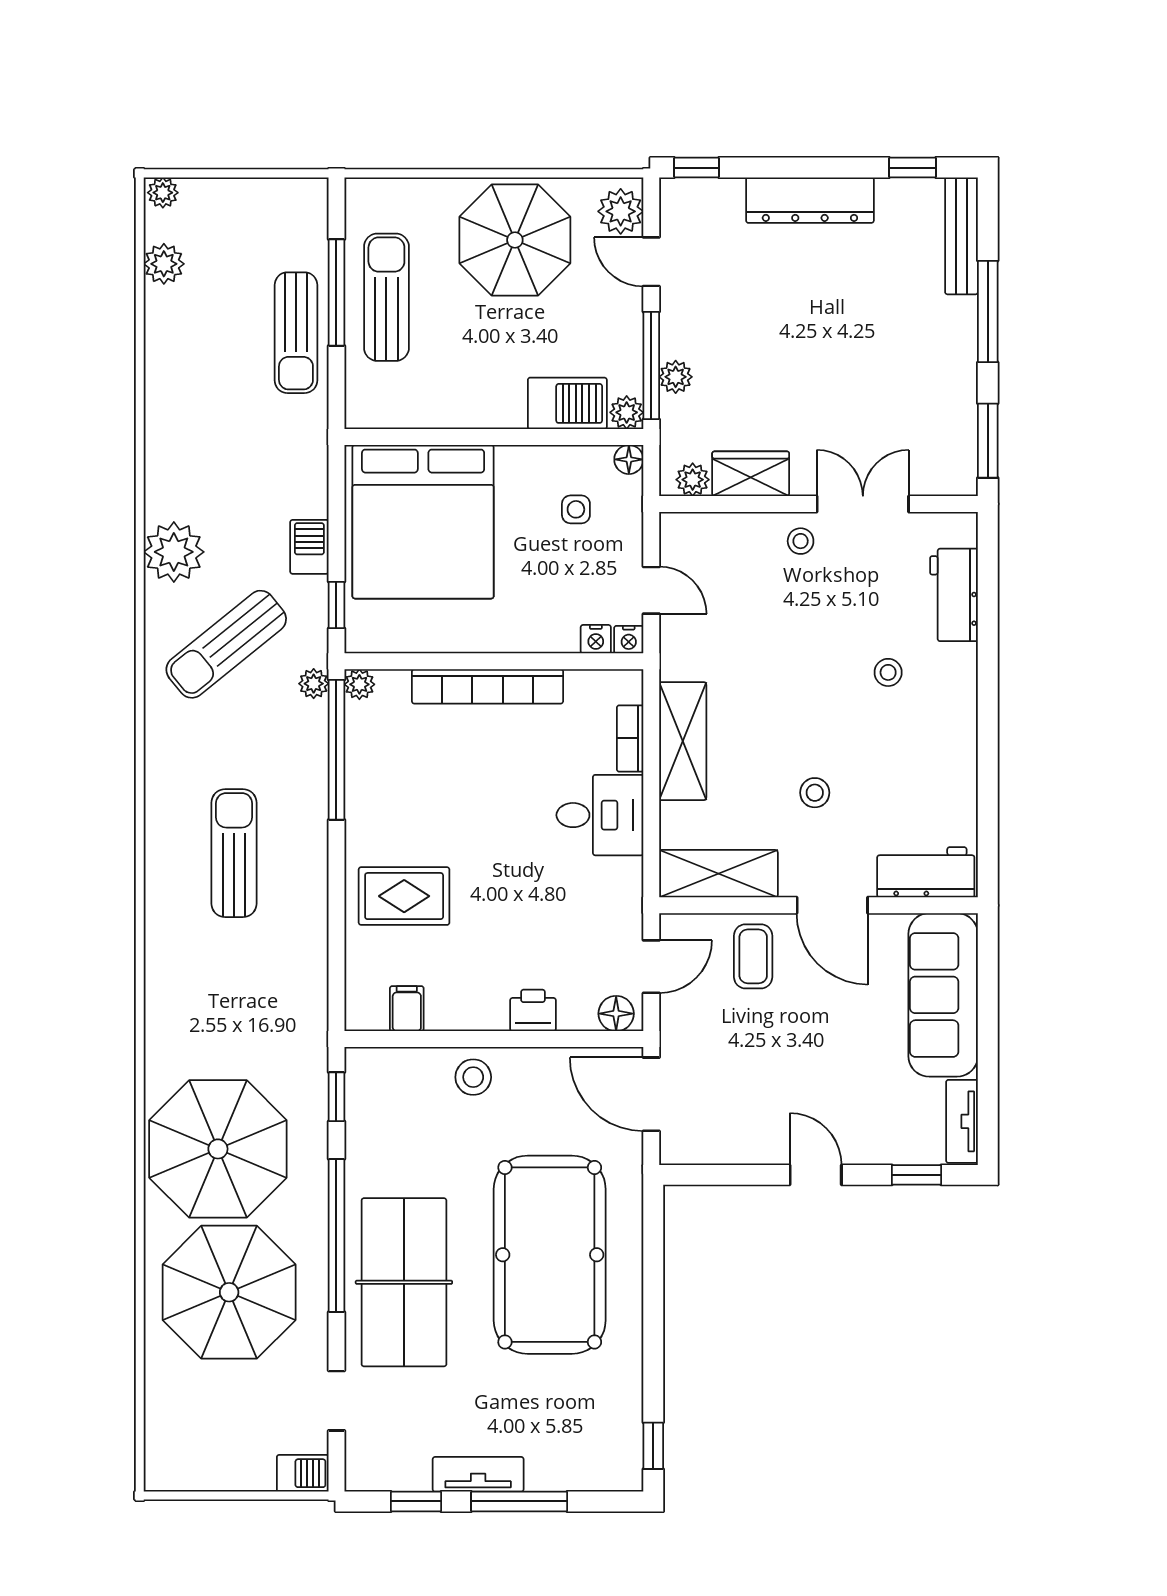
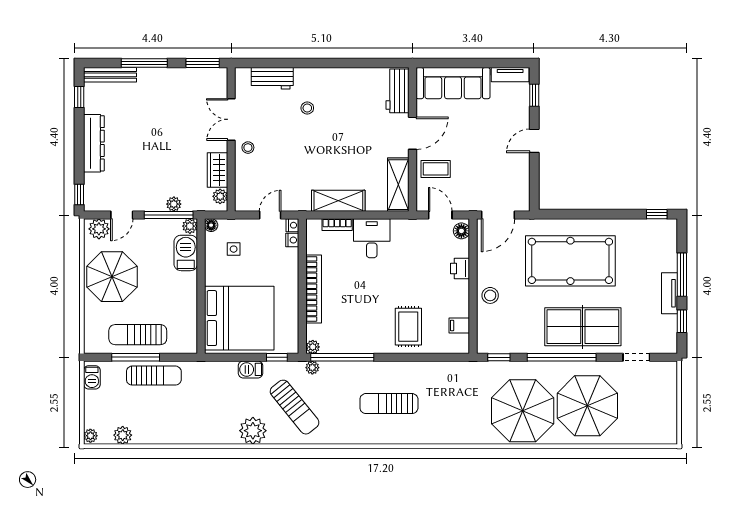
stool: (815, 793) -> (362, 141), removed
barbecue: (303, 1473) -> (92, 377), moved, turned 180

